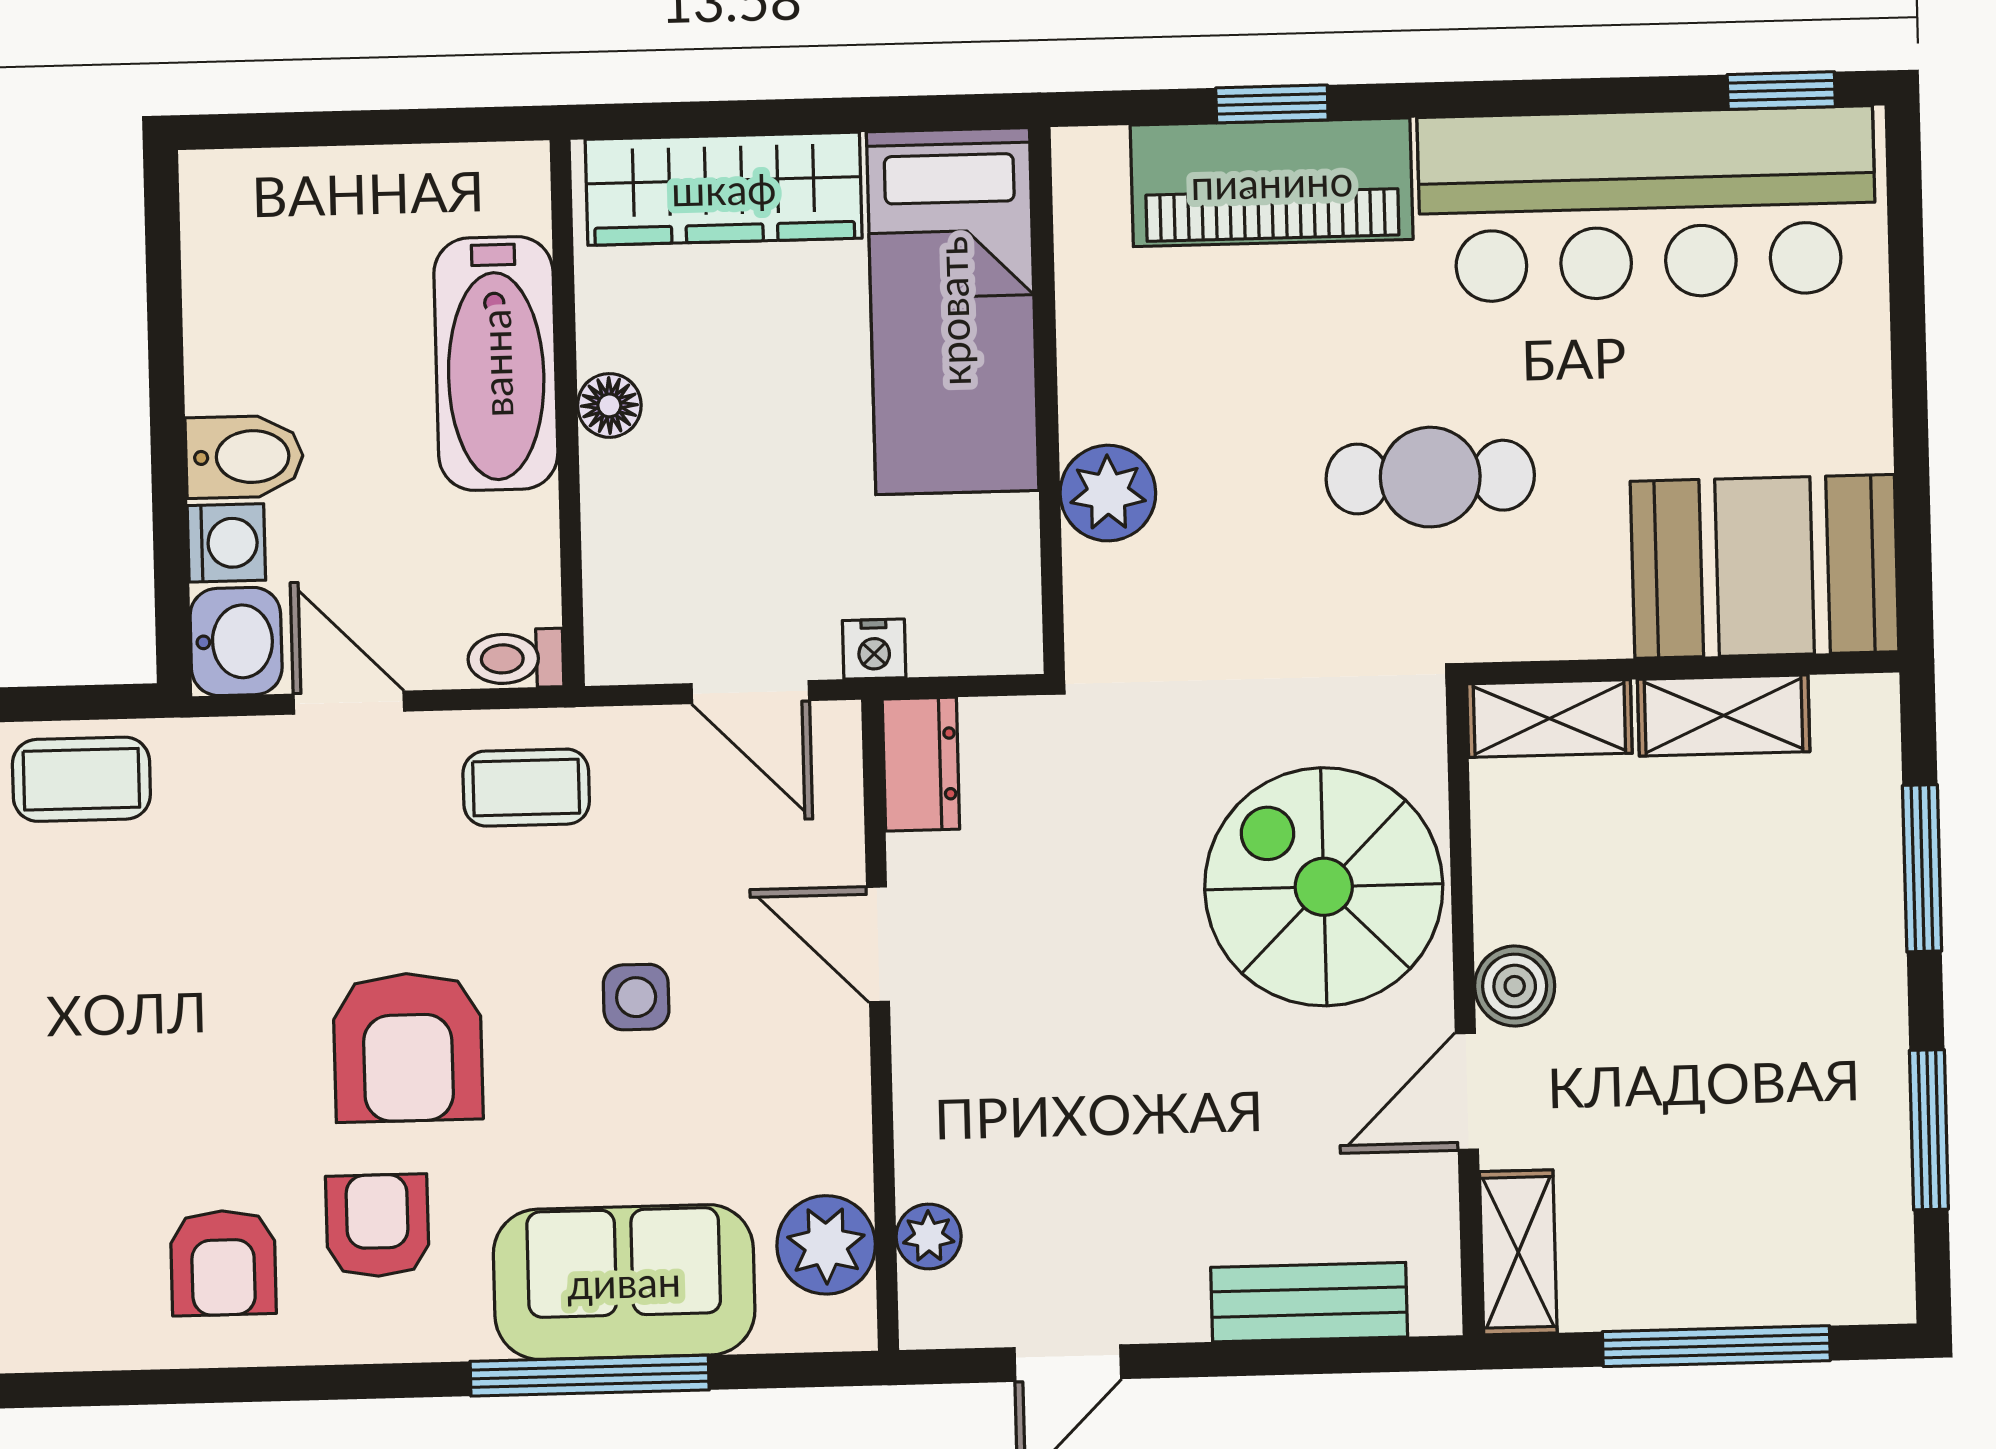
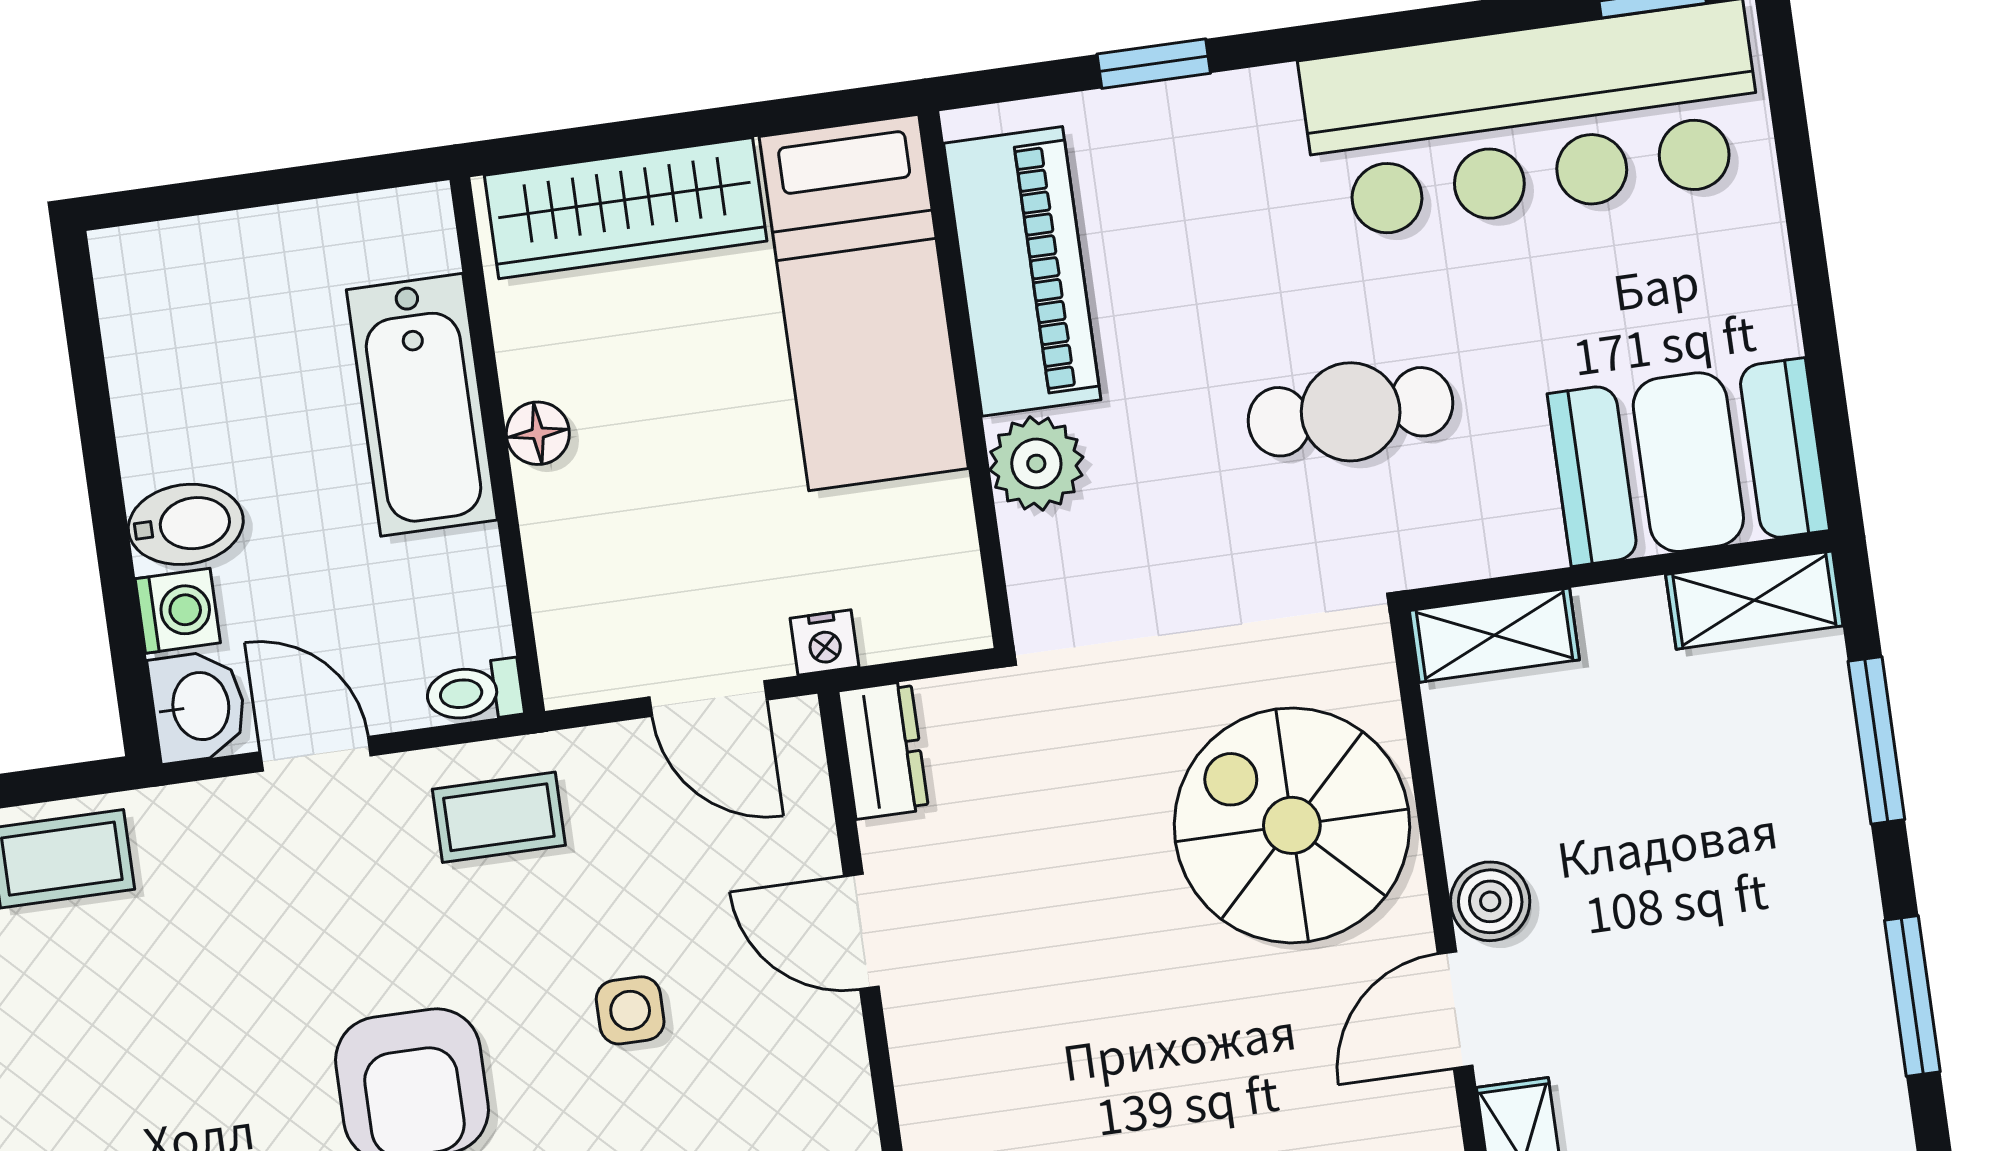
piano: (1272, 182) -> (1022, 271), moved, turned -90
shelving: (1724, 715) -> (1754, 600), moved

